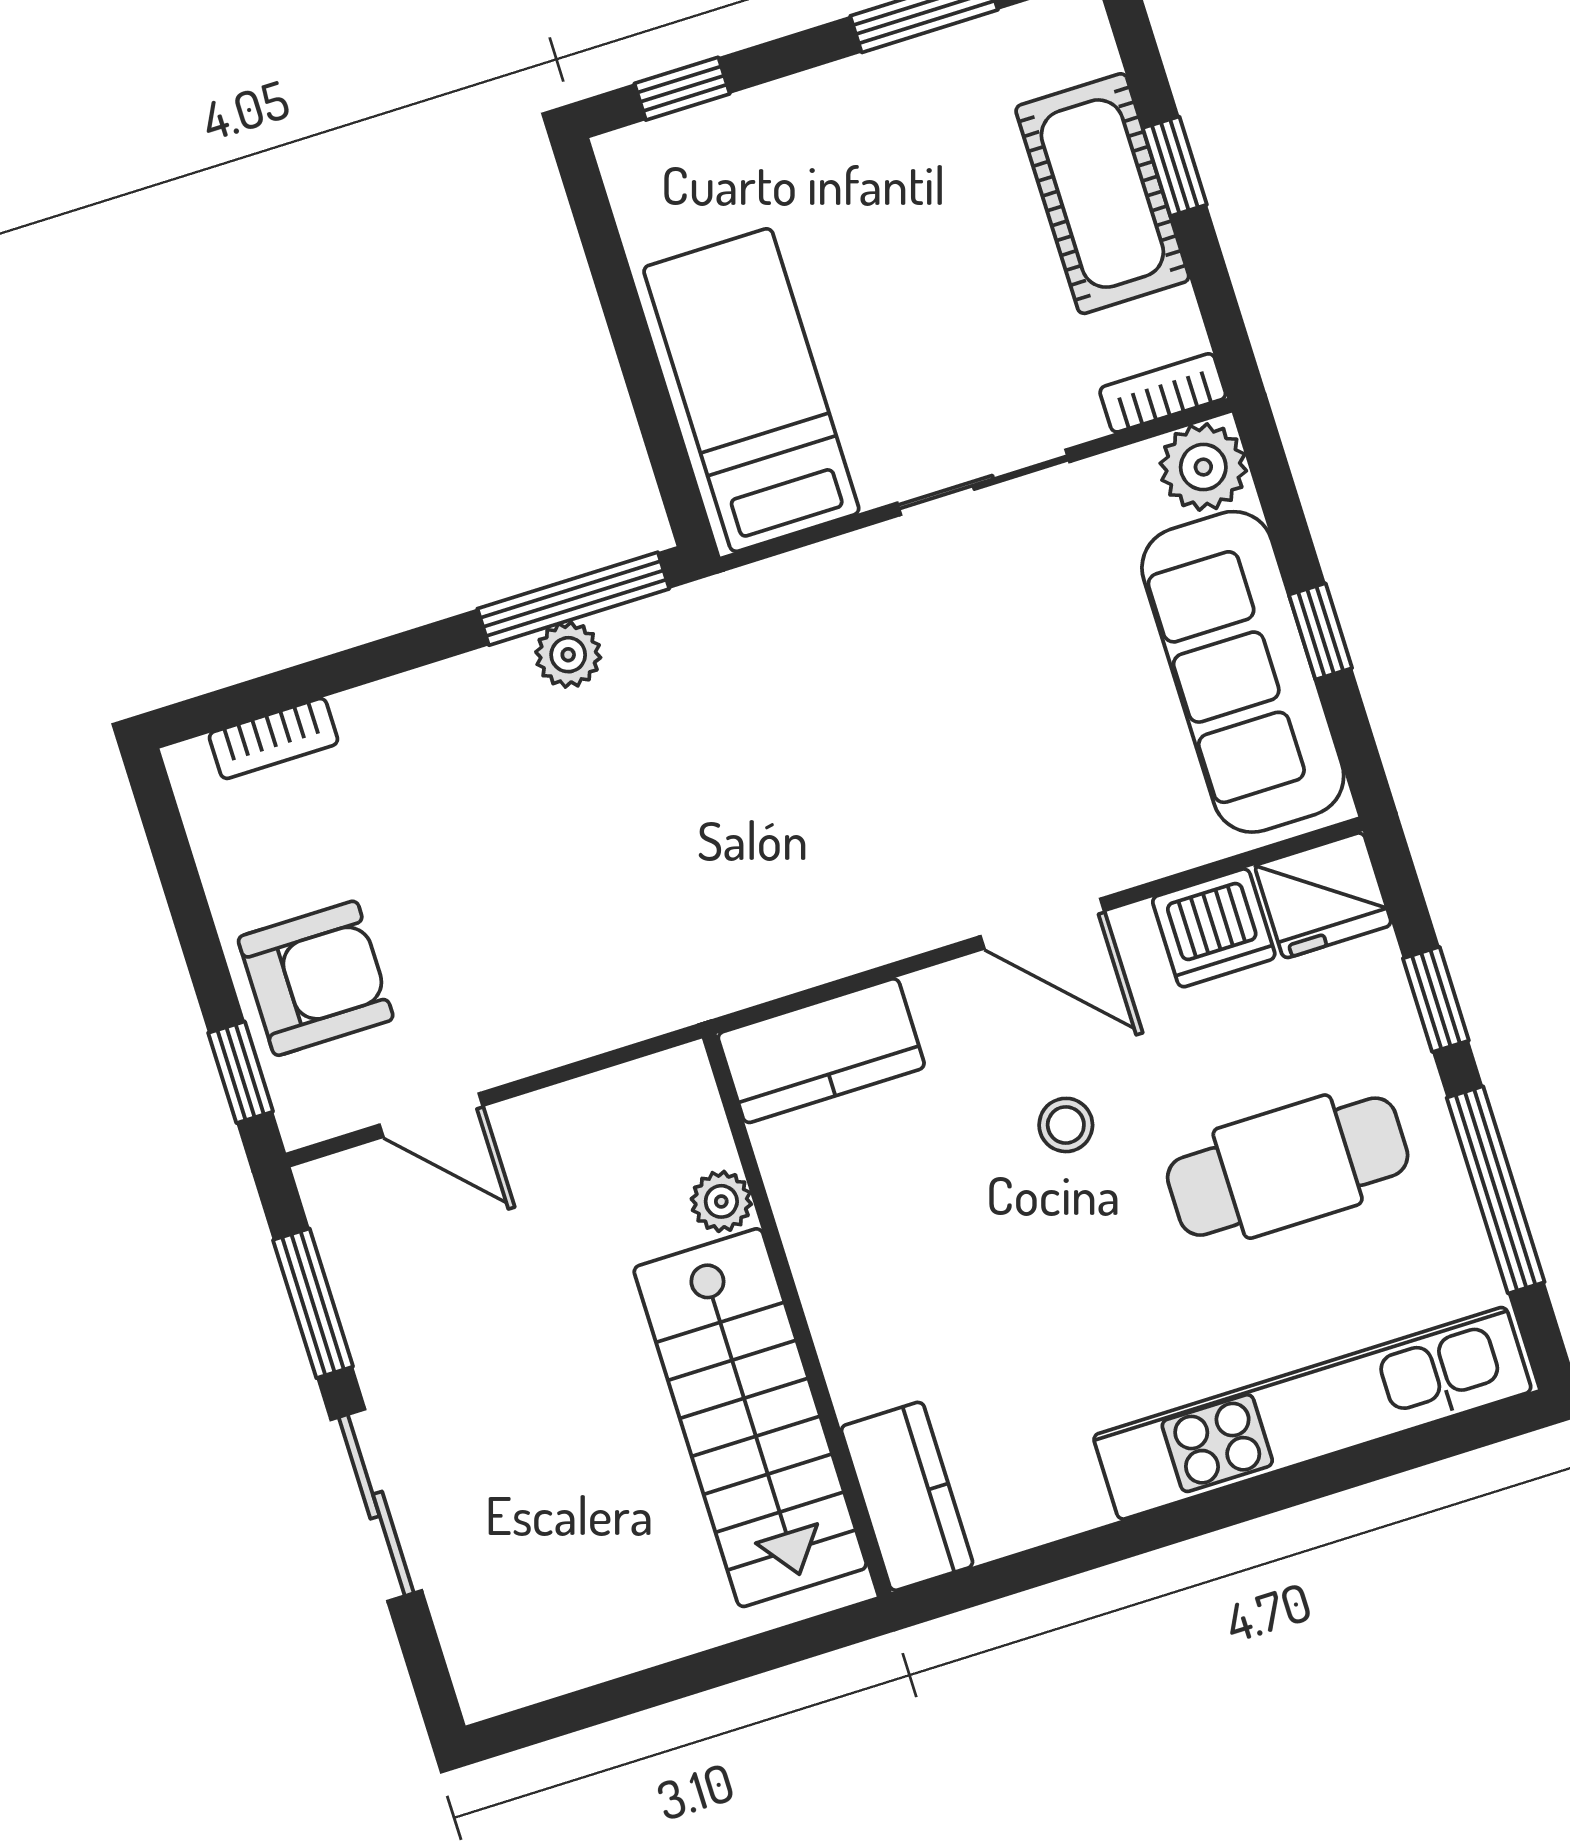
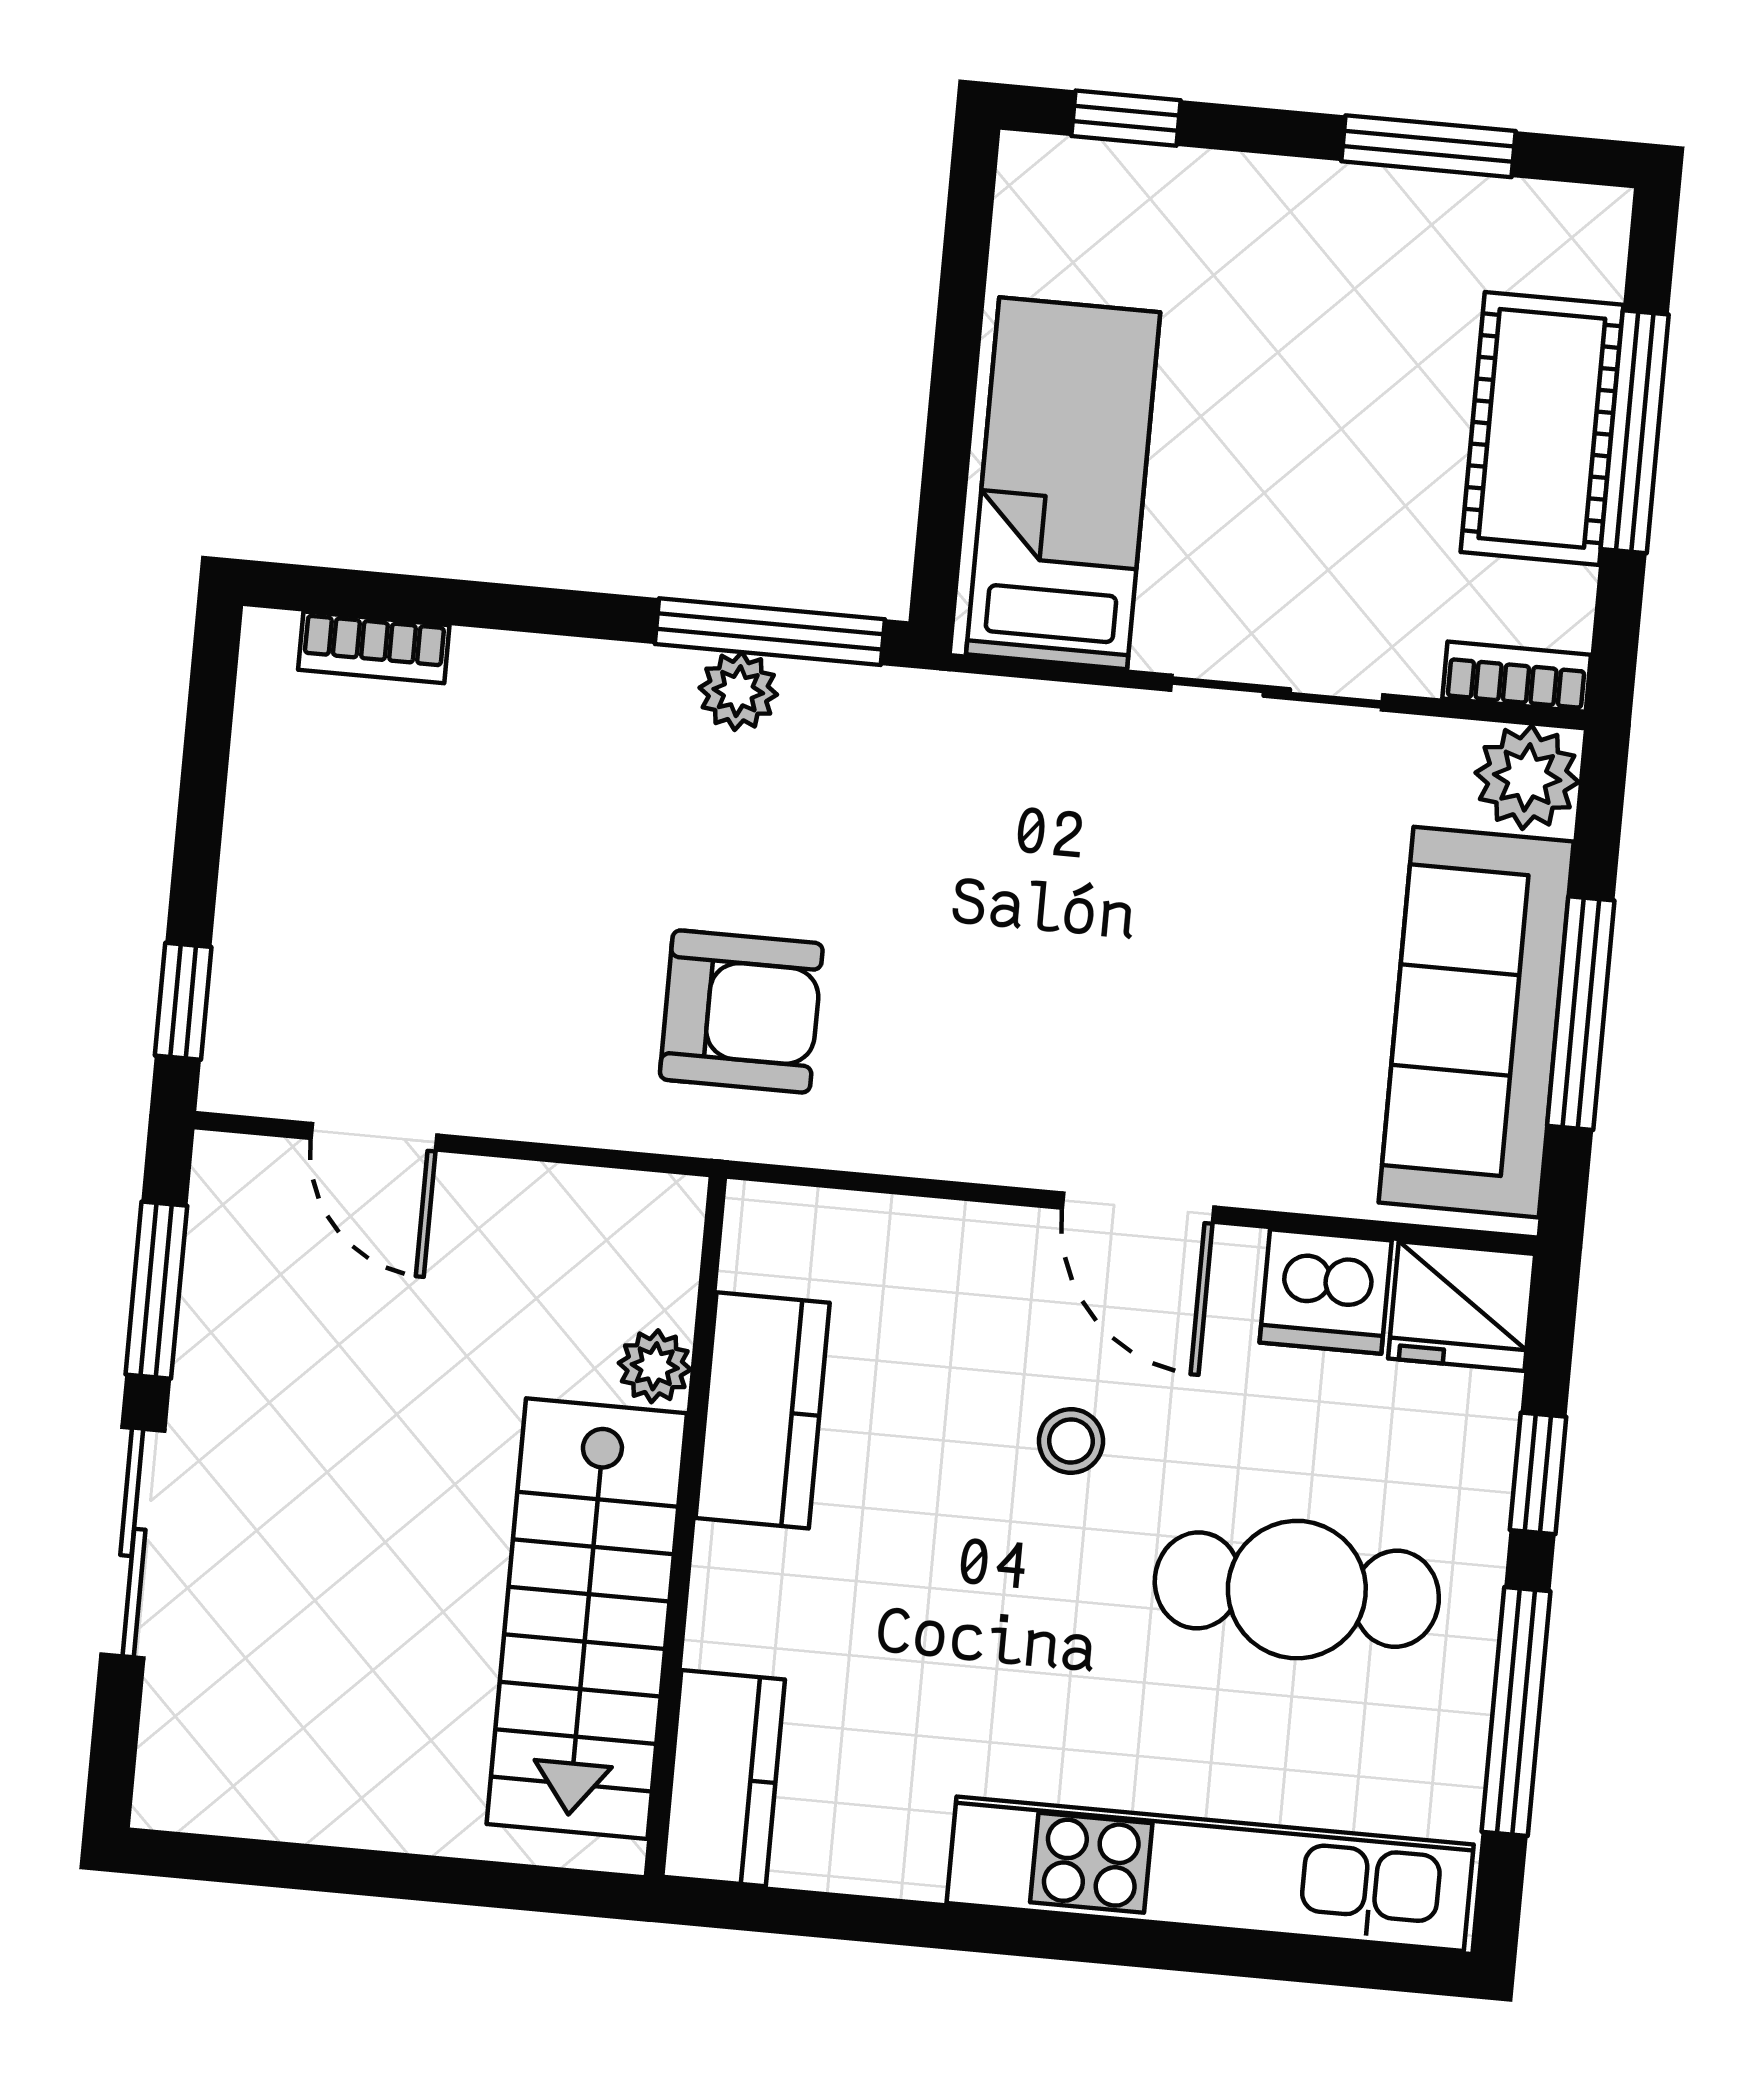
window: (1175, 166) -> (1635, 432), width x2.17
window: (1321, 631) -> (1581, 1013), width x2.17
armchair: (316, 978) -> (741, 1011), moved
kitchen counter: (821, 1051) -> (763, 1410), moved, turned -90

